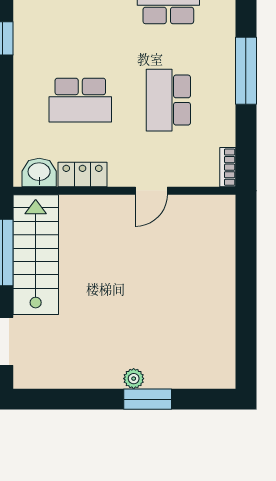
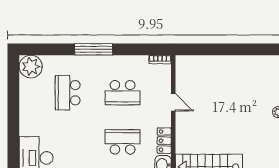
window: (246, 71) -> (94, 49), moved
school desk: (80, 100) -> (123, 142), turned -90

